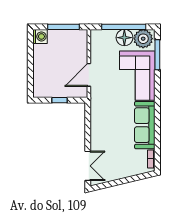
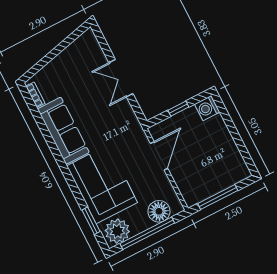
washing machine: (40, 36) -> (207, 108), moved
floor lamp: (124, 38) -> (159, 211), moved
window: (157, 55) -> (91, 221), width x0.69
double door: (88, 166) -> (121, 78), moved

